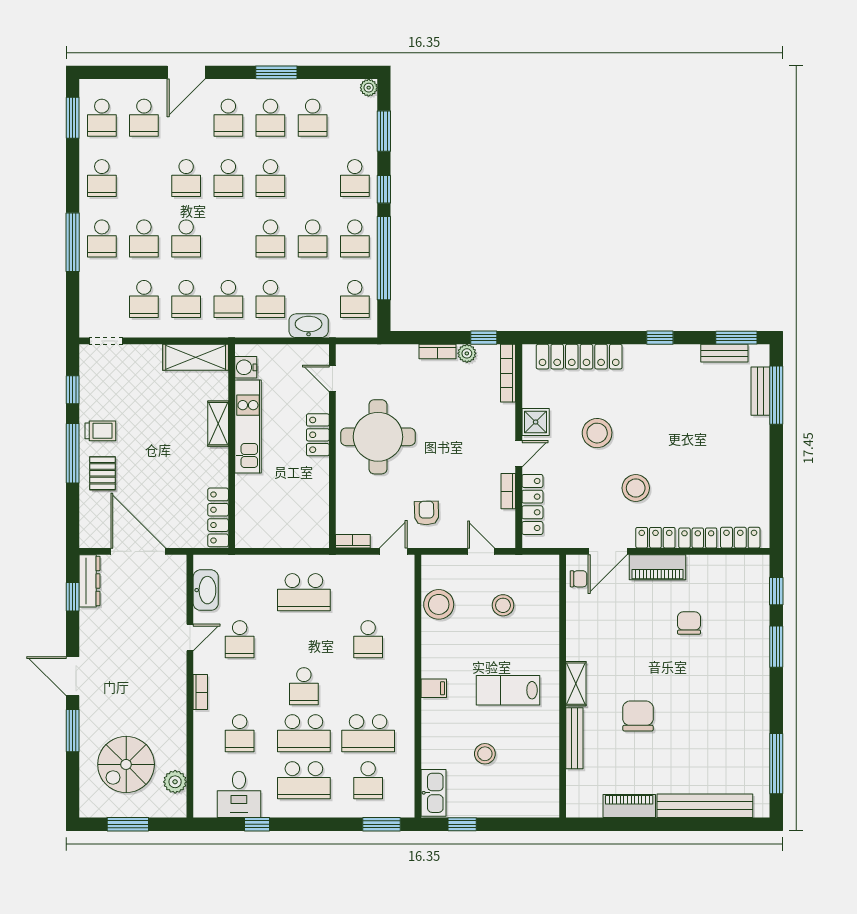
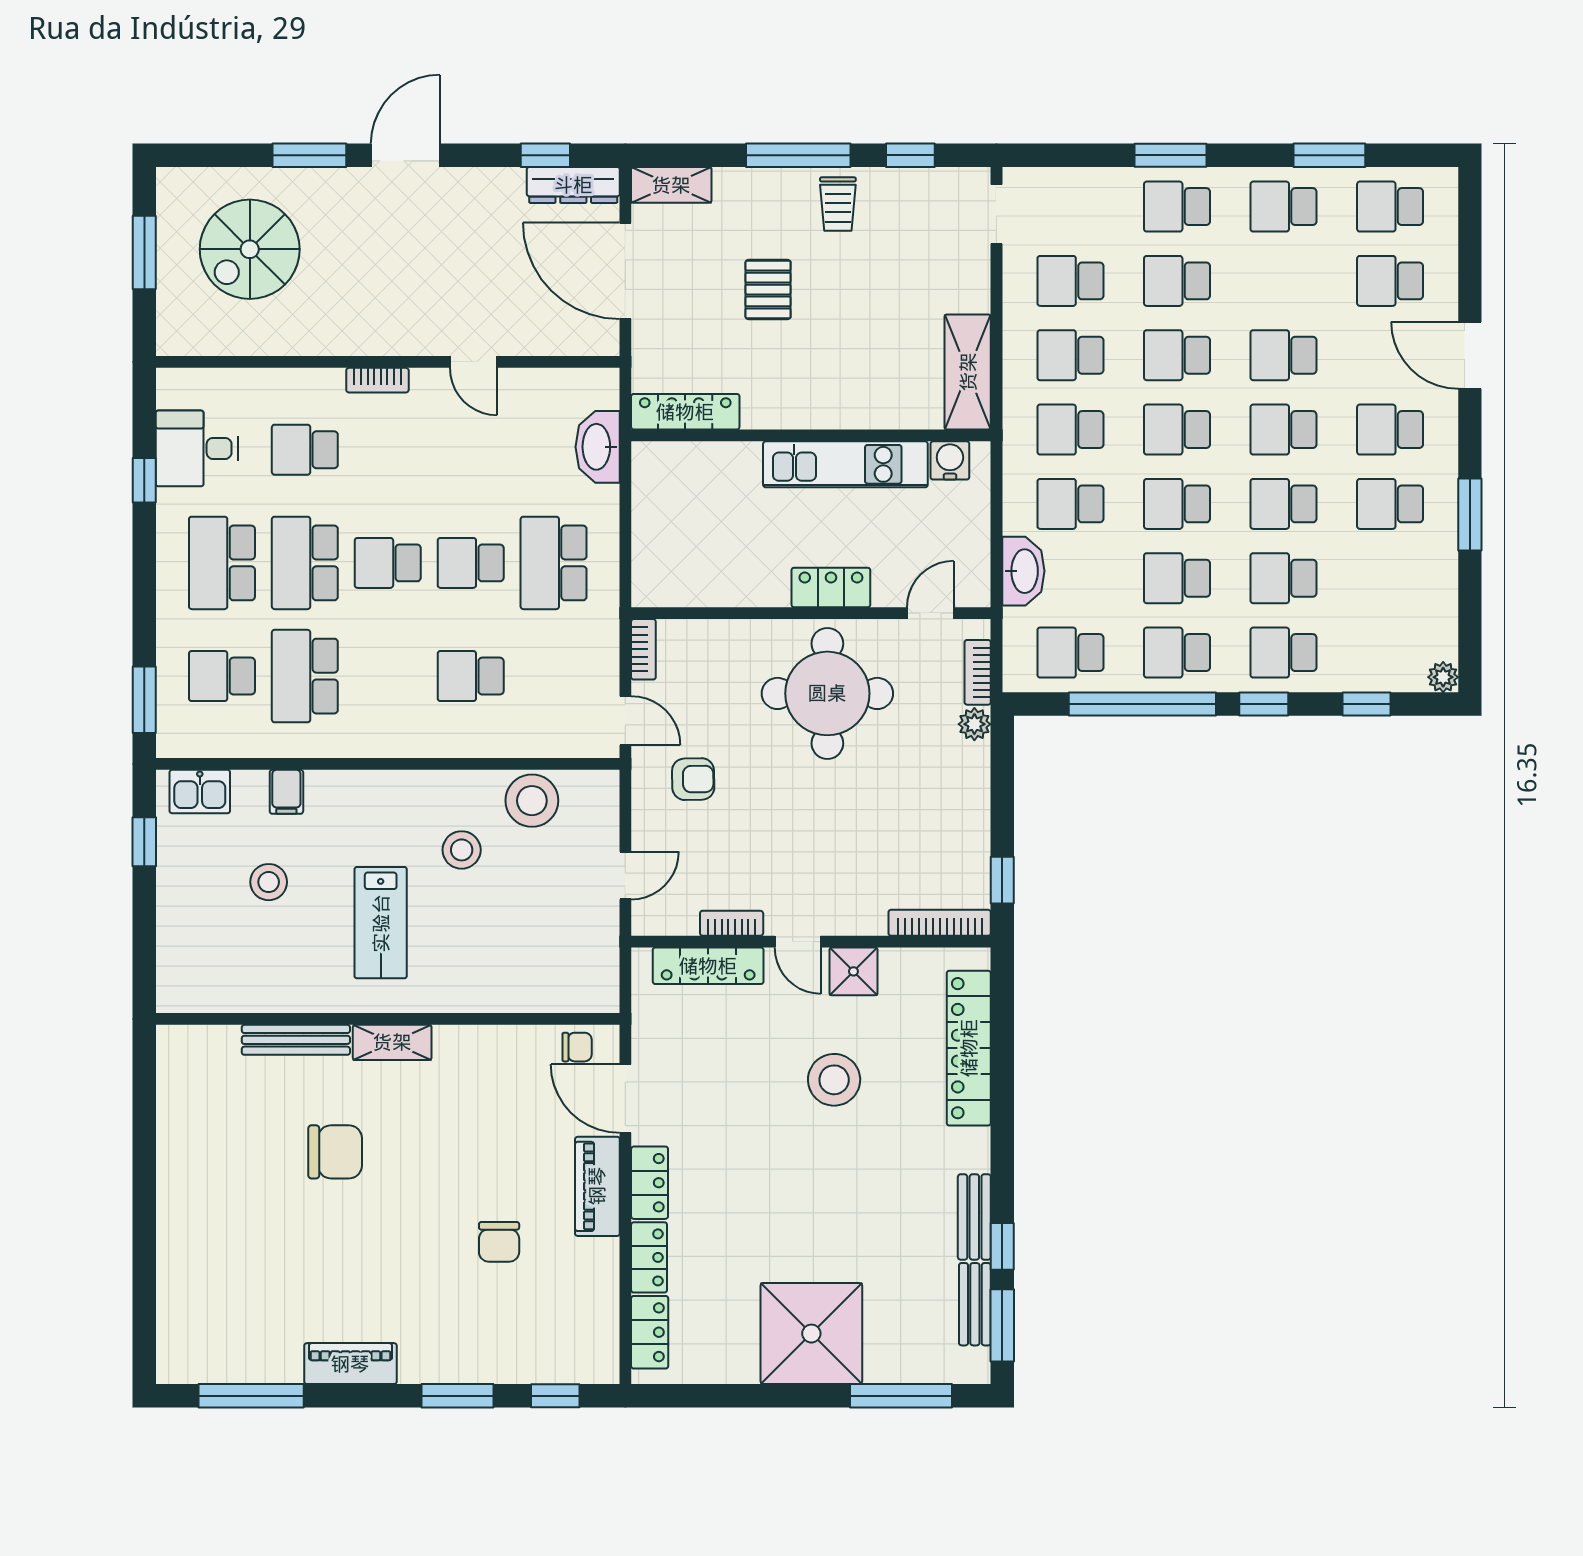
window: (73, 118) -> (1329, 155), moved
school desk: (313, 118) -> (1284, 578), moved
window: (384, 131) -> (1366, 704), width x0.67
school desk: (228, 239) -> (1177, 430), added
window: (73, 242) -> (1171, 155), width x0.69
window: (660, 338) -> (1002, 1246), moved
bookcase: (437, 352) -> (978, 672), moved
plant: (467, 353) -> (974, 724), moved
bench: (760, 391) -> (974, 1217), moved, turned 90
shelving: (218, 424) -> (671, 185), moved
shower: (741, 446) -> (811, 1334), added
pallet: (102, 473) -> (768, 290), moved, turned 90
stool: (636, 488) -> (737, 1148), removed
door: (138, 551) -> (625, 271), swing flipped
chair: (578, 579) -> (577, 1047), turned -90
washbasin: (206, 590) -> (598, 447), moved, turned 90
stool: (503, 605) -> (462, 850), moved
chair: (689, 623) -> (499, 1242), turned 90
school desk: (240, 639) -> (471, 563), moved
filing cabinet: (434, 688) -> (286, 792), moved
lab bench: (508, 690) -> (381, 923), turned 180
spiral stairs: (126, 764) -> (250, 249), turned -90
plant: (175, 782) -> (219, 336), removed
kitchen sink: (434, 793) -> (200, 792), width x0.73
piano: (629, 806) -> (350, 1364), moved, turned -90
bench: (705, 806) -> (177, 1270), removed

